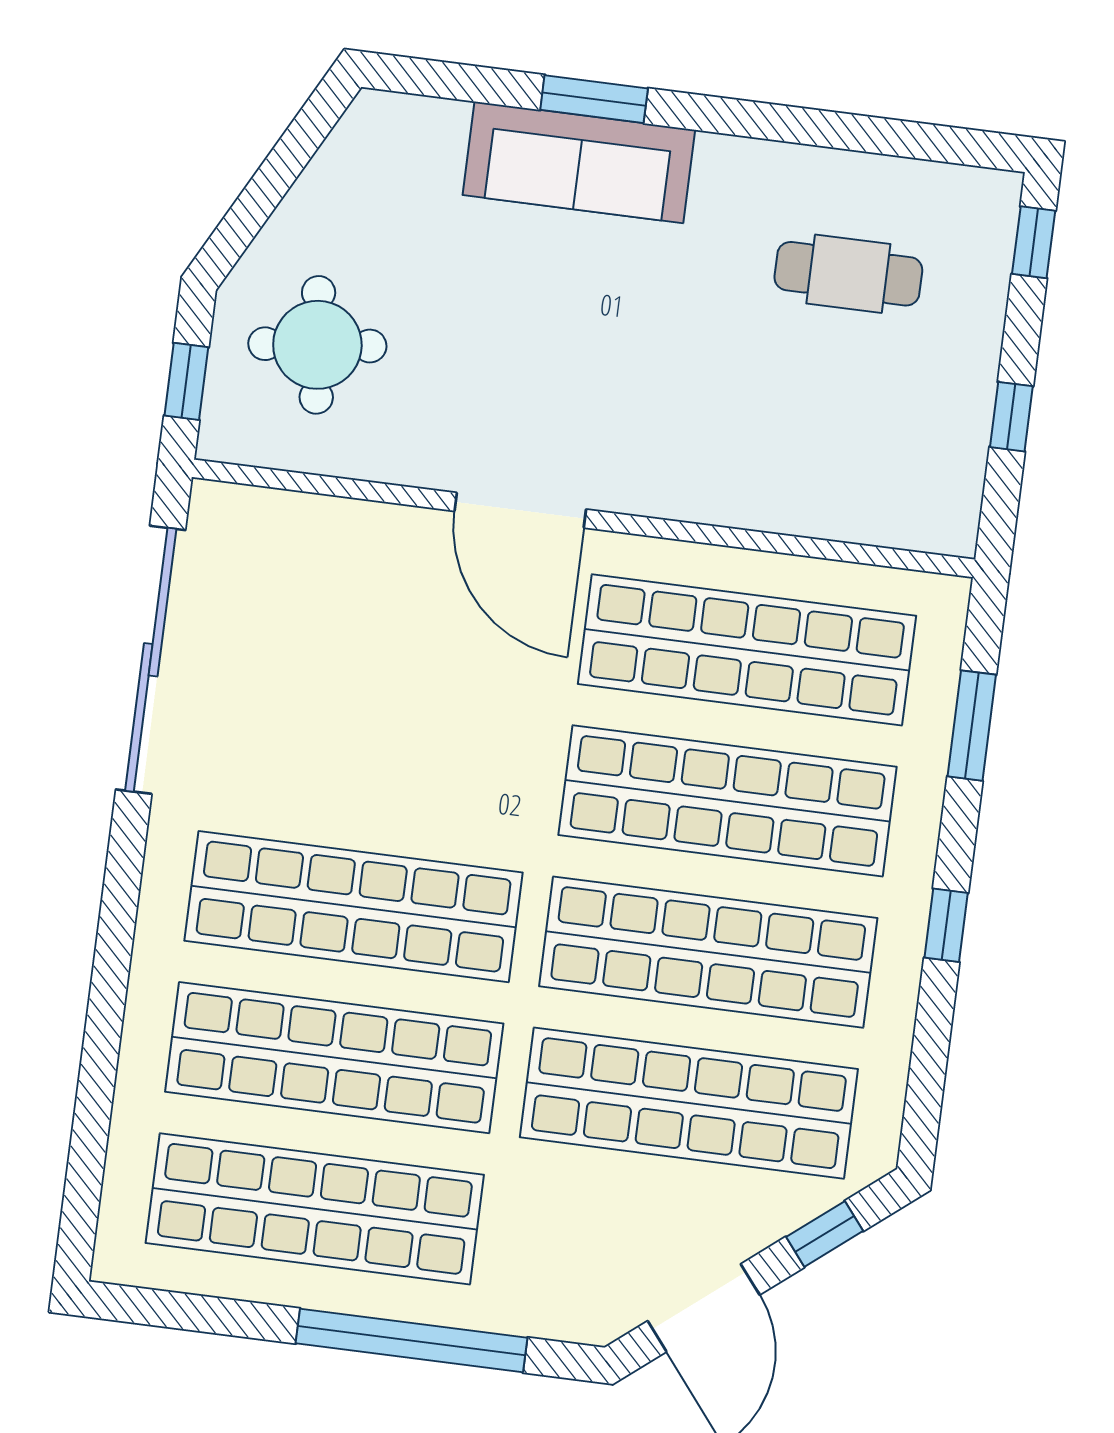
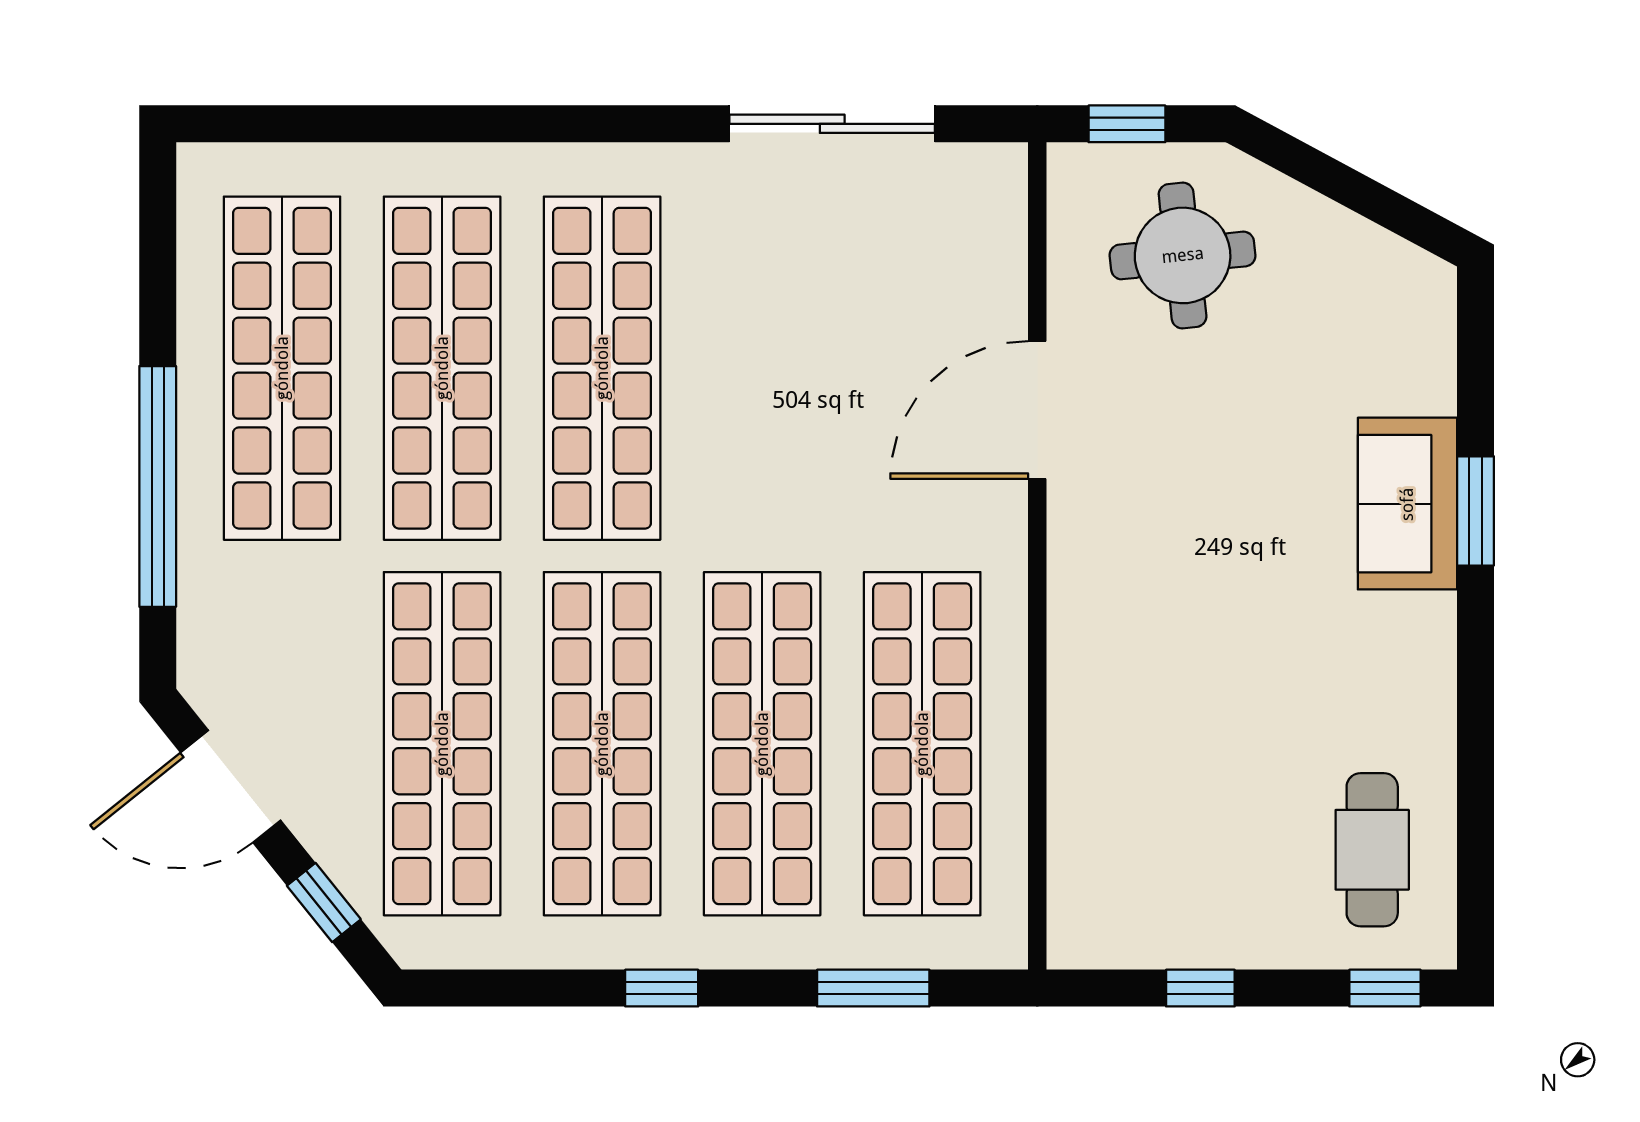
sofa: (579, 162) -> (1407, 504), width x0.73
cafe table: (848, 274) -> (1372, 850), moved
door: (520, 510) -> (1037, 410), moved
sliding door: (151, 660) -> (832, 124), width x0.73

